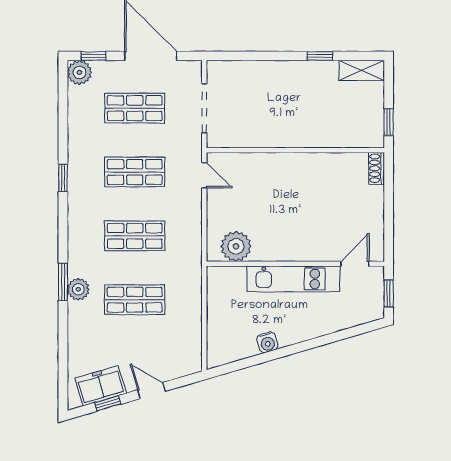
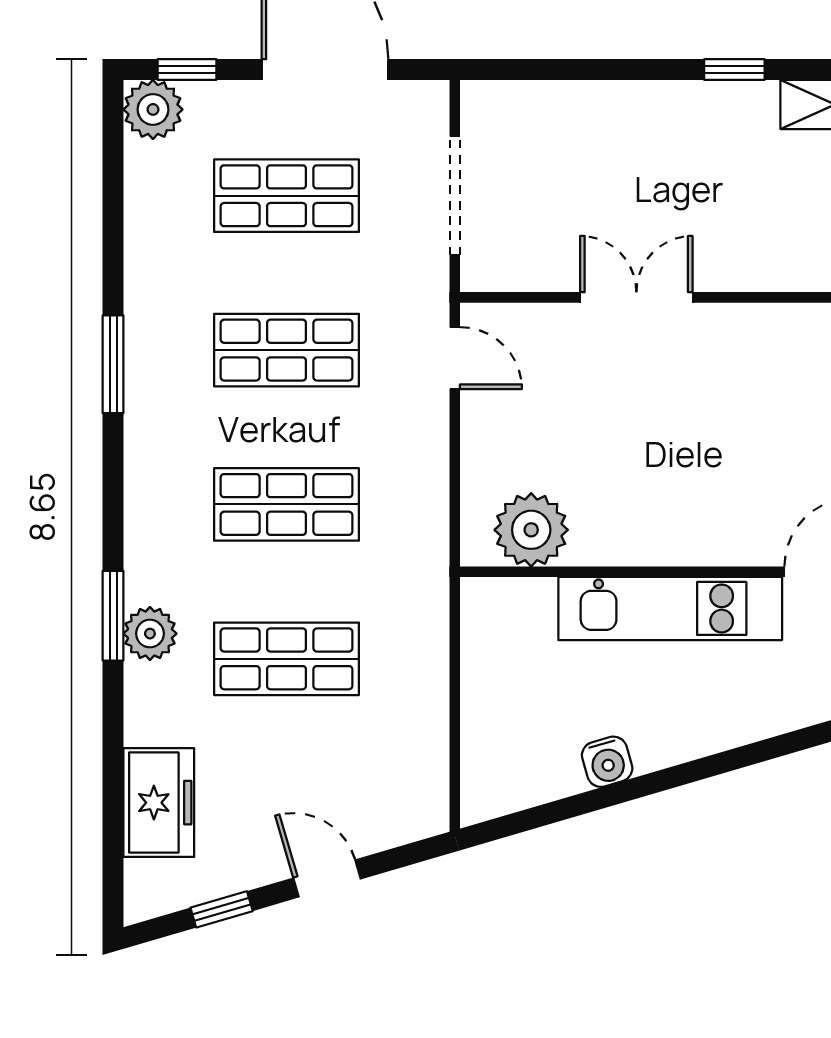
double door: (279, 150) -> (636, 297), added
window: (63, 178) -> (113, 364), width x1.50
freezer: (100, 386) -> (159, 803), moved, turned 106

